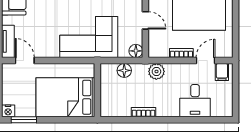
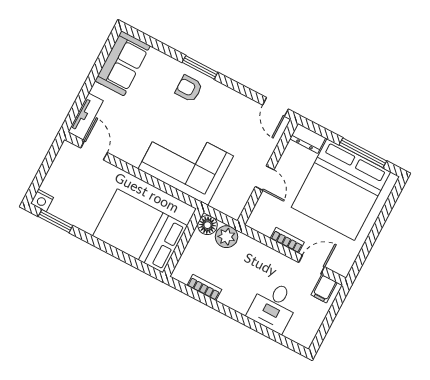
floor lamp: (136, 51) -> (234, 209), removed
plant: (156, 71) -> (226, 237), moved
wall: (97, 90) -> (183, 243), moved
bed: (65, 97) -> (140, 231), moved

